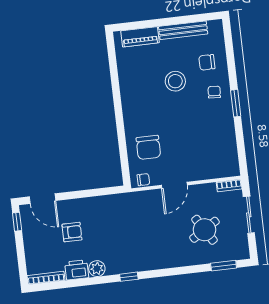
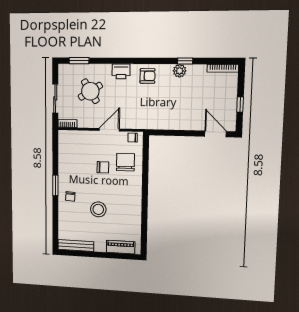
bench: (183, 30) -> (76, 246), moved
chair: (207, 62) -> (103, 167), moved
window: (17, 222) -> (240, 105), moved
armchair: (72, 232) -> (148, 76), moved, turned 180
printer: (77, 270) -> (121, 71), moved
window: (129, 277) -> (185, 61), moved

